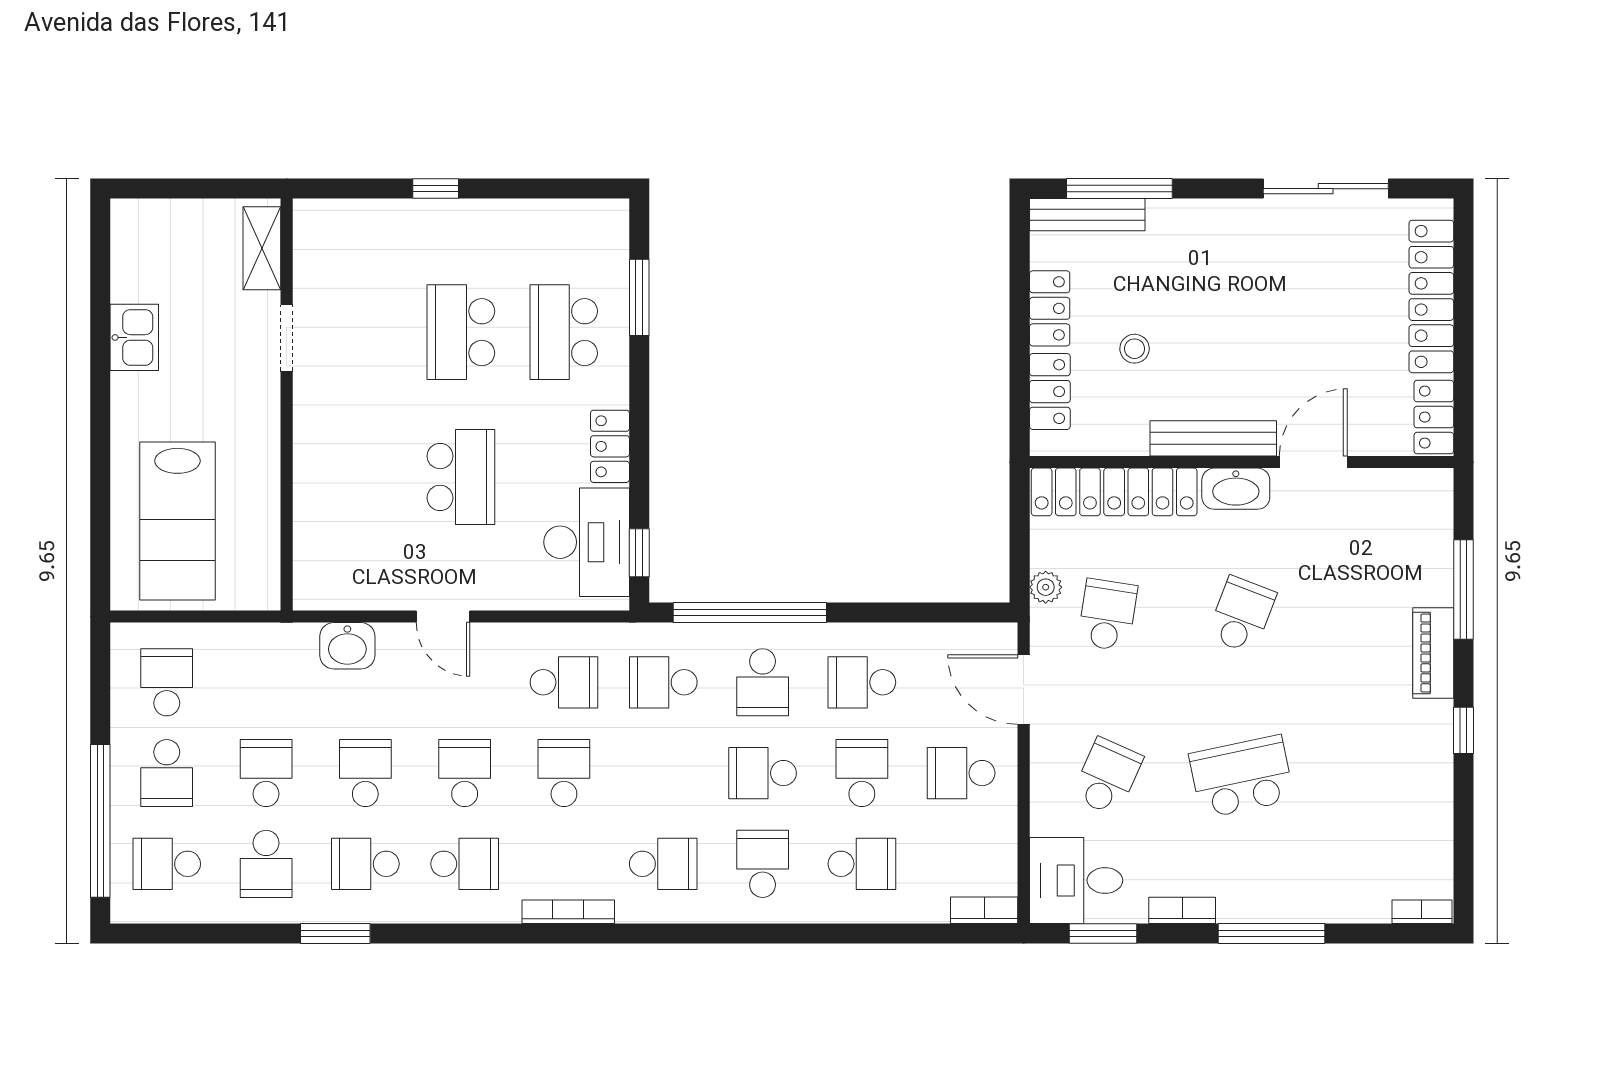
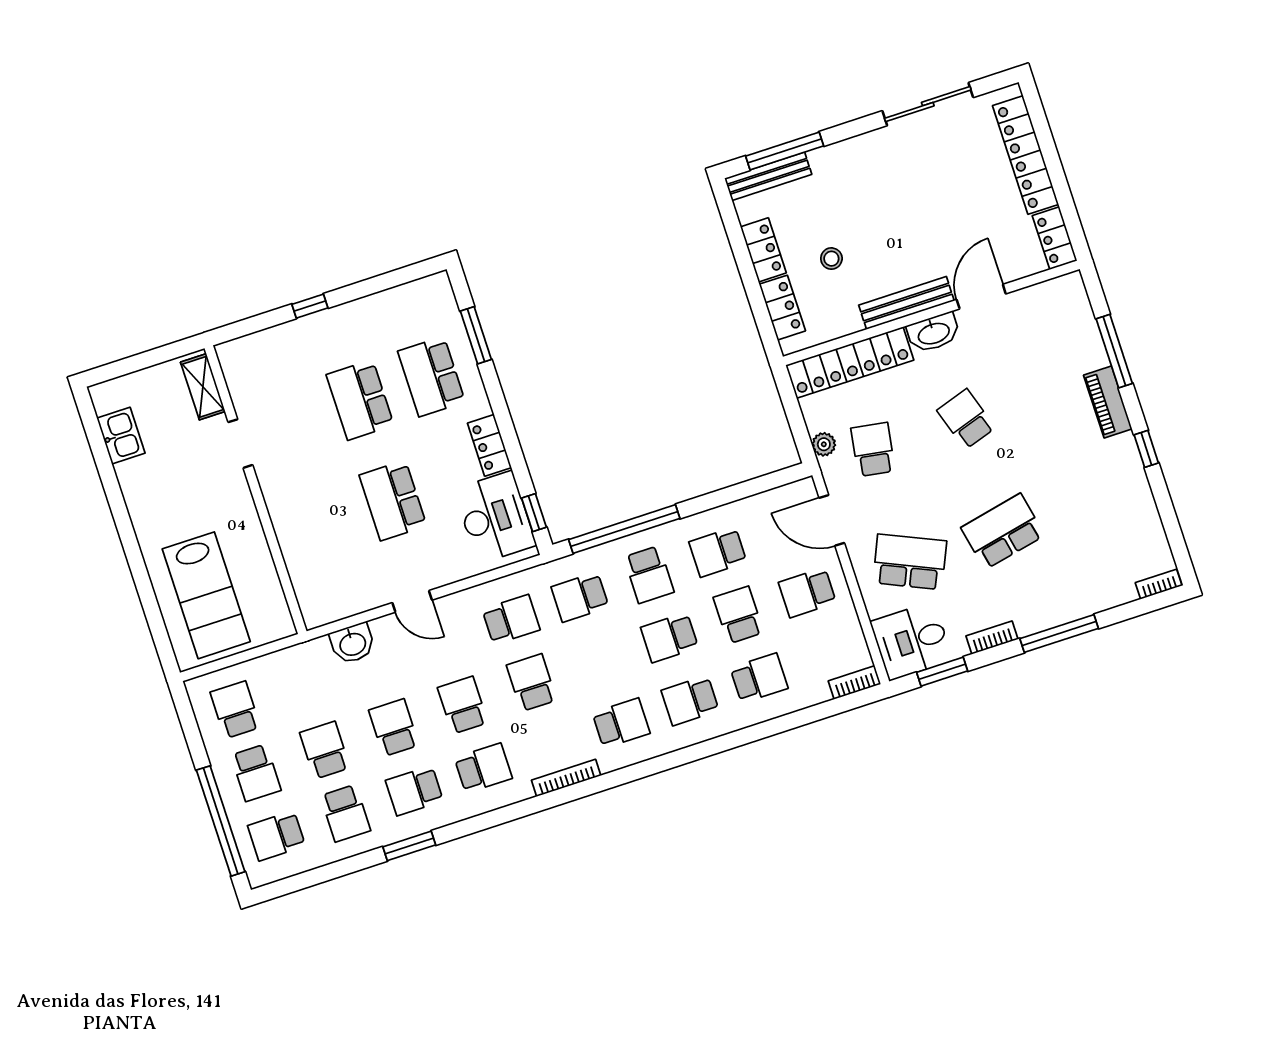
kitchen sink: (134, 337) -> (121, 436), moved
school desk: (461, 477) -> (393, 500), turned 180
school desk: (1242, 615) -> (966, 419), turned -39
school desk: (1107, 777) -> (910, 562), width x1.85
school desk: (763, 864) -> (690, 701), turned -90

